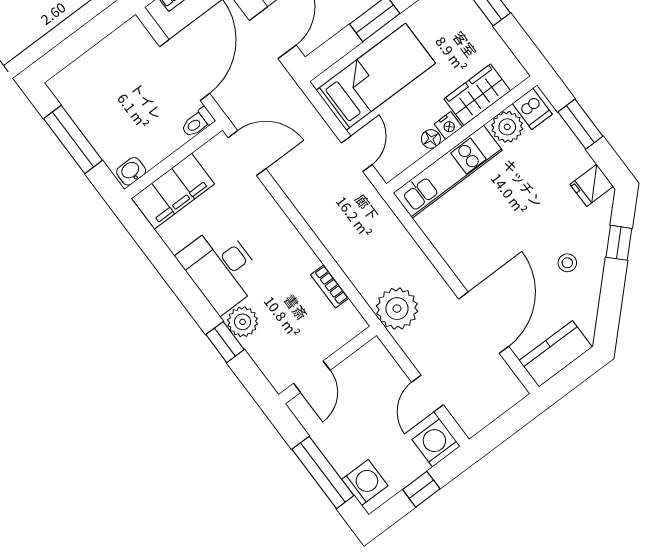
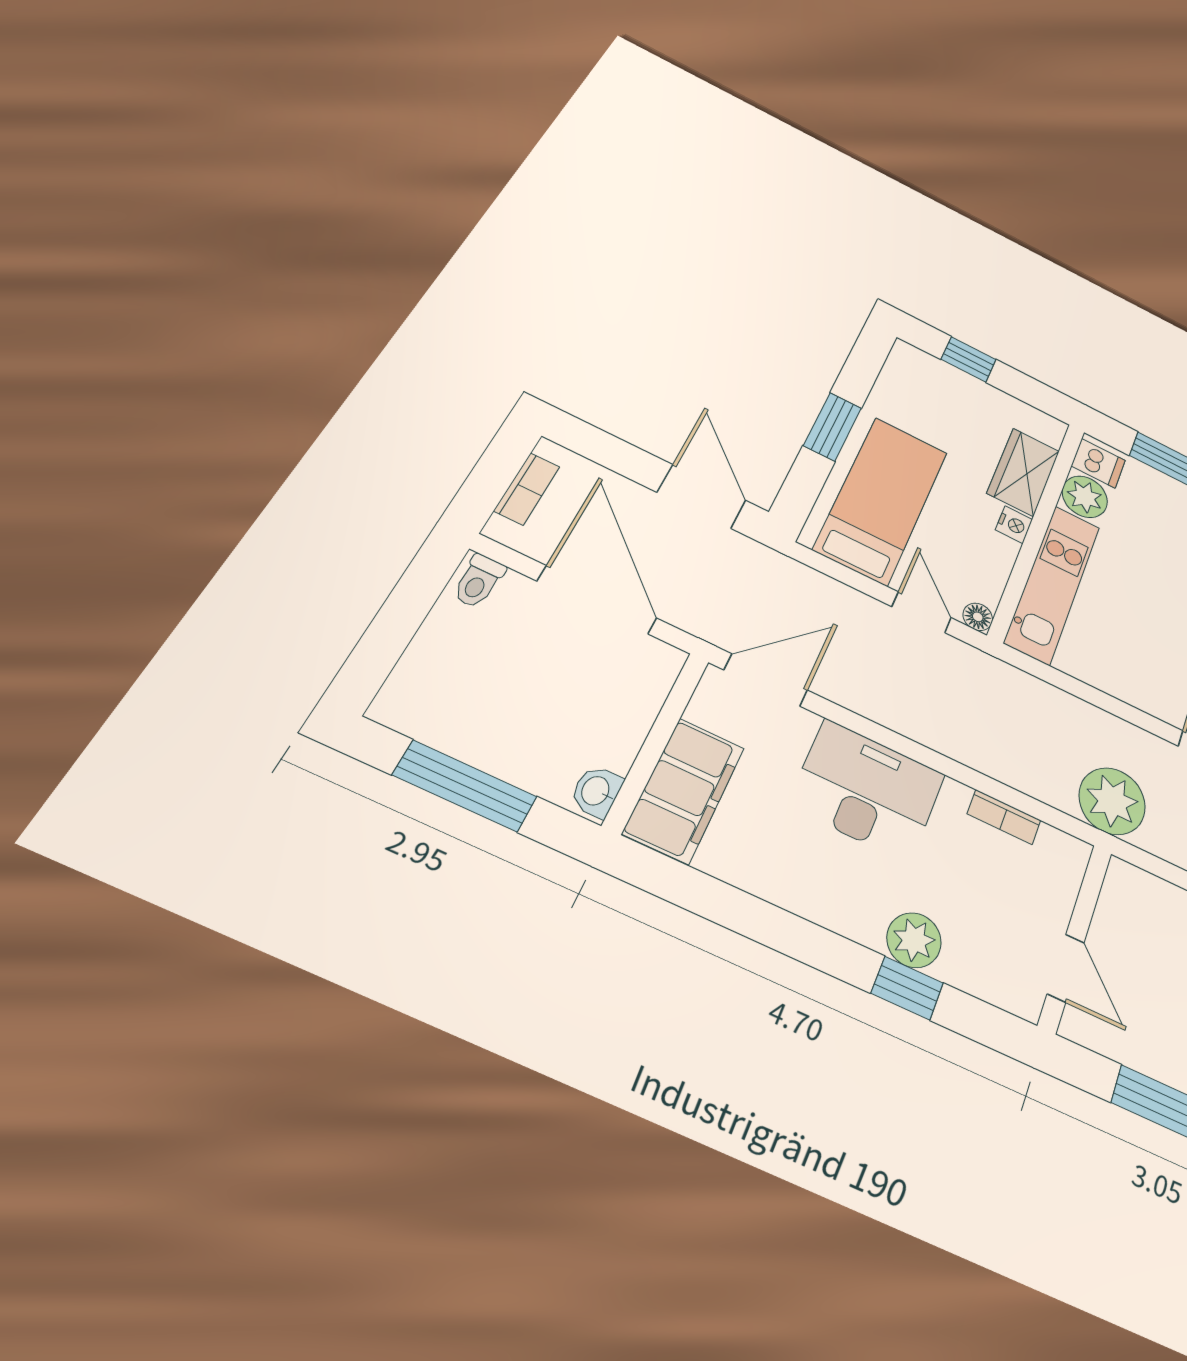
toilet: (198, 123) -> (479, 581), moved
floor lamp: (431, 139) -> (978, 617), moved
desk: (221, 268) -> (867, 790), moved, turned 180

